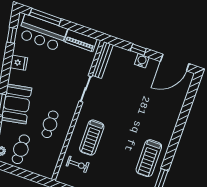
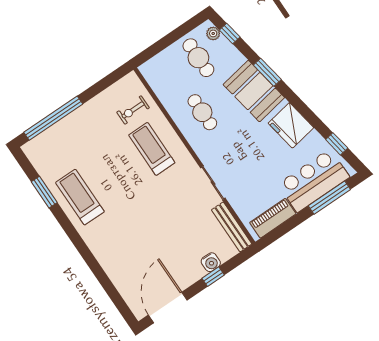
water cooler: (142, 61) -> (211, 262), moved
fridge: (19, 63) -> (291, 125), width x1.88, depth x1.34

